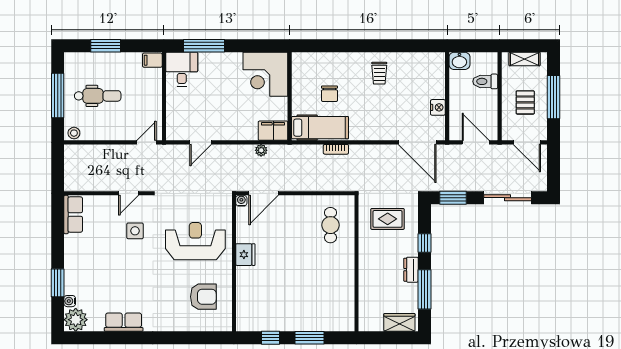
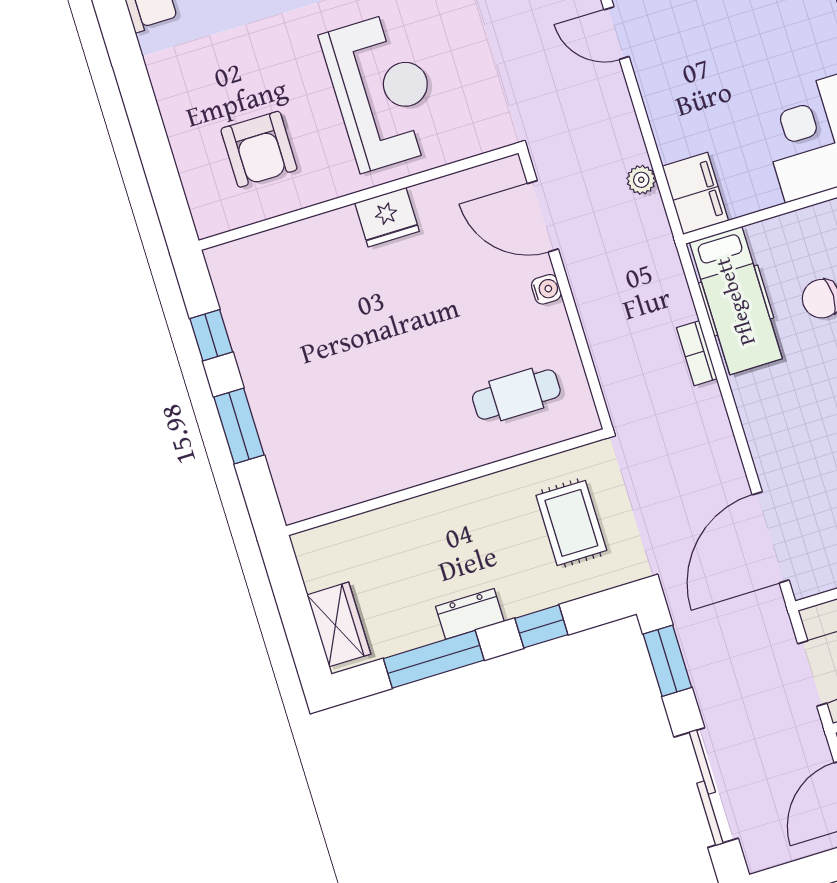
water cooler: (241, 201) -> (546, 289), moved

